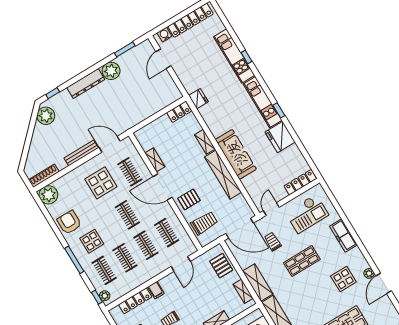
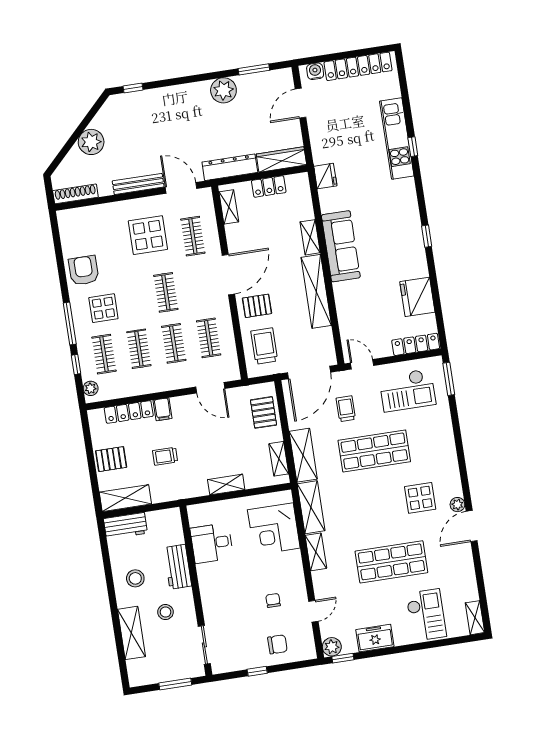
dresser: (86, 84) -> (230, 167), moved, turned 180
wardrobe: (166, 100) -> (281, 159), added
kitchen unit: (263, 102) -> (409, 216), removed
locker: (179, 112) -> (269, 186), moved
plant: (46, 116) -> (91, 142), moved
fridge: (280, 137) -> (417, 297), moved
sofa: (236, 154) -> (341, 246), moved
shelving: (155, 160) -> (229, 207), moved
door: (163, 187) -> (228, 275), swing flipped
plant: (48, 195) -> (71, 222), removed
window: (330, 196) -> (449, 379), added
door: (271, 209) -> (362, 364), hinge flipped
trolley: (204, 223) -> (264, 346), turned -90
door: (240, 228) -> (309, 372), hinge flipped
freezer: (344, 235) -> (444, 440), removed
shop shelf: (302, 261) -> (374, 451), width x1.43, depth x1.36
door: (181, 264) -> (210, 388), hinge flipped
window: (97, 297) -> (76, 364), moved

